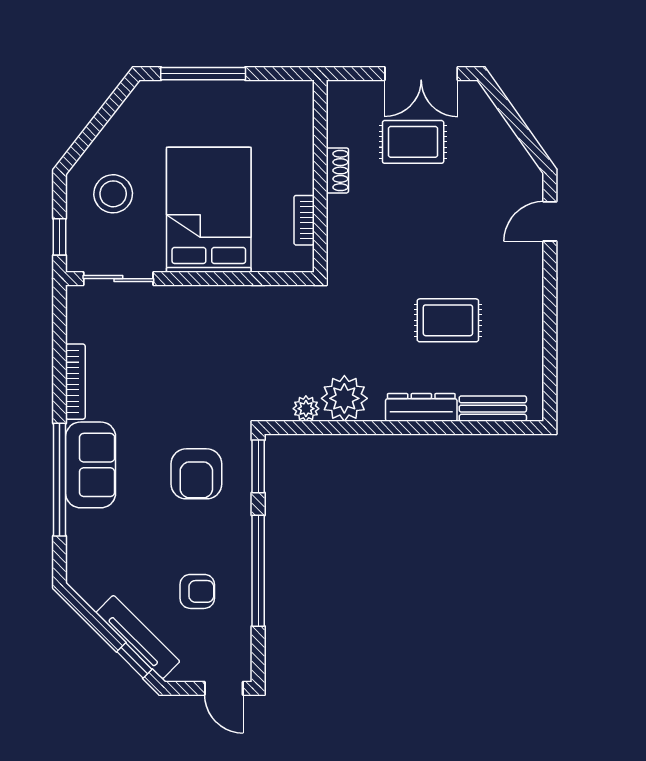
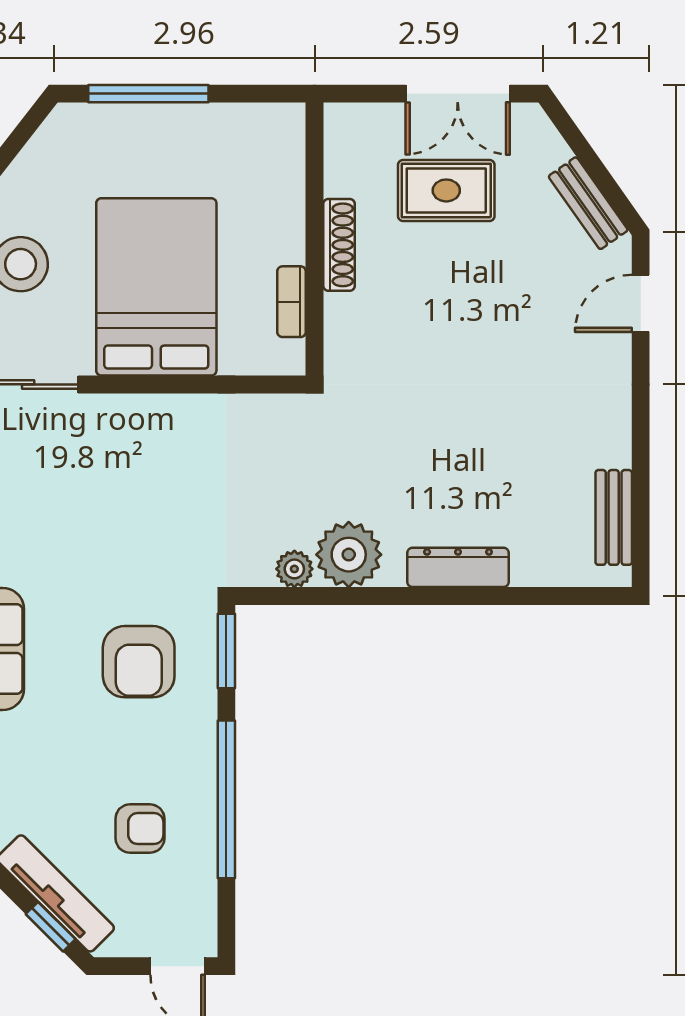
bench: (513, 151) -> (588, 203), added
shoe rack: (337, 170) -> (339, 245), width x1.43
rug: (448, 320) -> (496, 444), removed
bench: (493, 409) -> (614, 517), moved, turned 90

